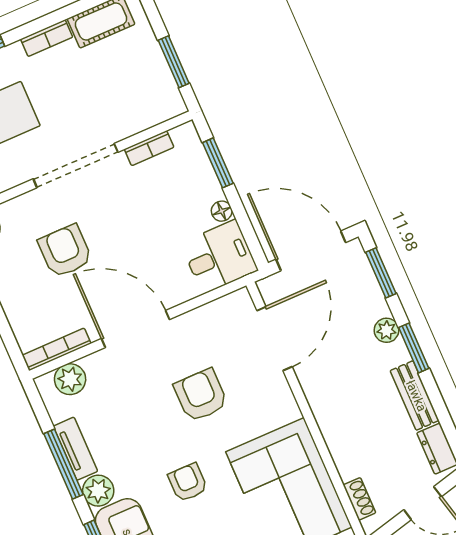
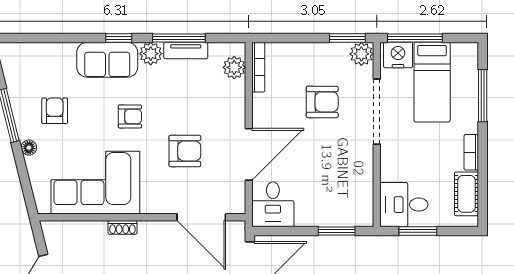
desk: (148, 94) -> (404, 205), added
bookcase: (149, 148) -> (367, 189), removed
doorway: (76, 166) -> (377, 112), moved
floor lamp: (222, 211) -> (303, 219), removed
door: (135, 329) -> (249, 154), moved
shoe rack: (359, 499) -> (122, 227), moved

